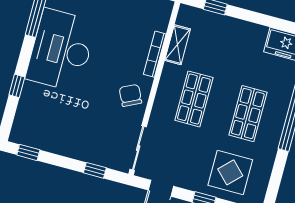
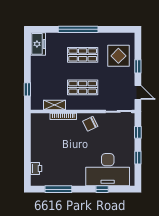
desk: (61, 50) -> (108, 170), moved
window: (28, 152) -> (138, 158), moved

